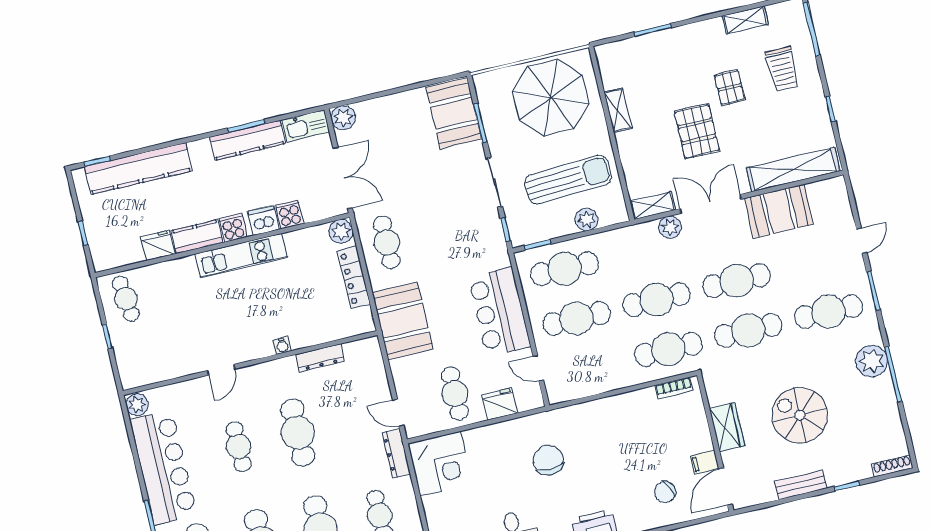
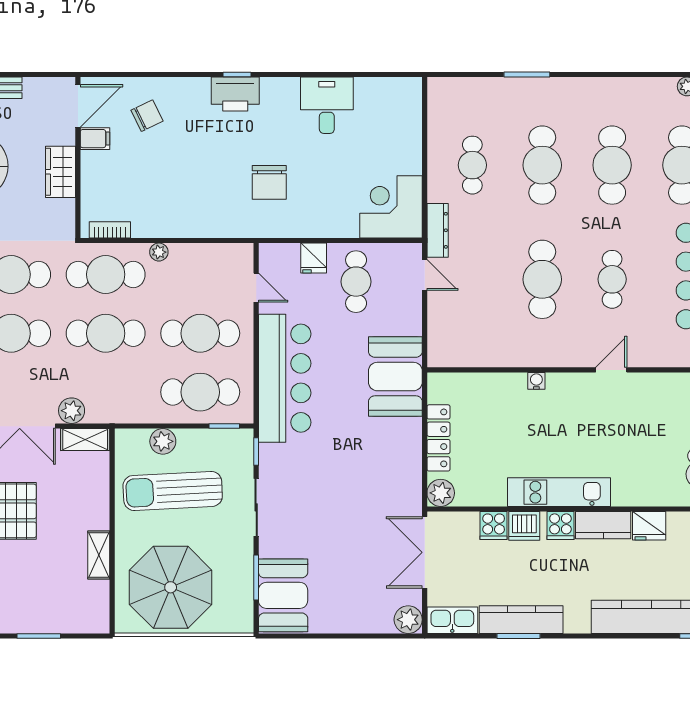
cafe table: (387, 242) -> (392, 469), removed
bar counter: (499, 312) -> (285, 378), width x1.36
dresser: (320, 358) -> (498, 357), removed
plant: (628, 379) -> (159, 252), added
fridge: (500, 404) -> (314, 258), width x0.72

